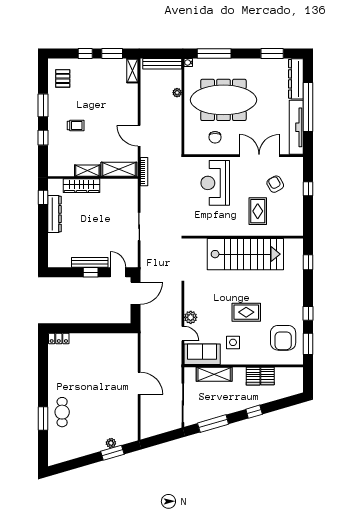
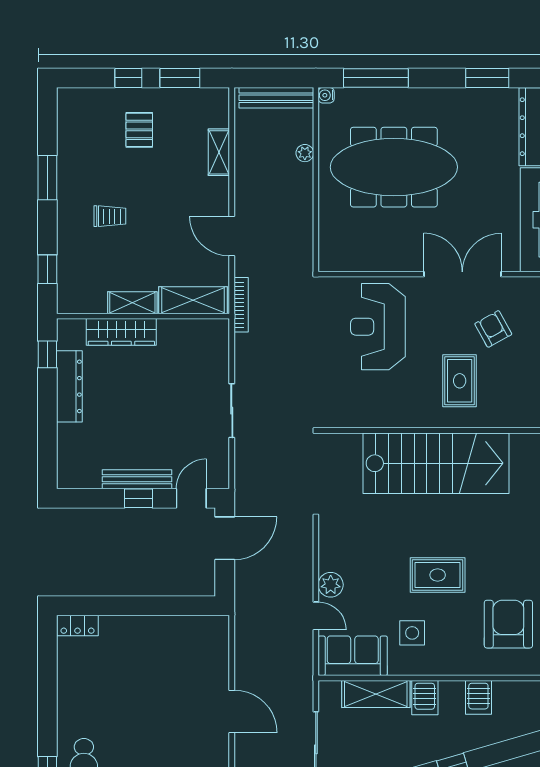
shelving: (132, 71) -> (219, 152), moved
pallet: (63, 78) -> (139, 130), moved
chair: (215, 137) -> (378, 239), removed
window: (43, 138) -> (47, 269), moved
door: (118, 272) -> (191, 498), hinge flipped
armchair: (283, 338) -> (508, 624), turned 180
server rack: (253, 376) -> (425, 698), moved

